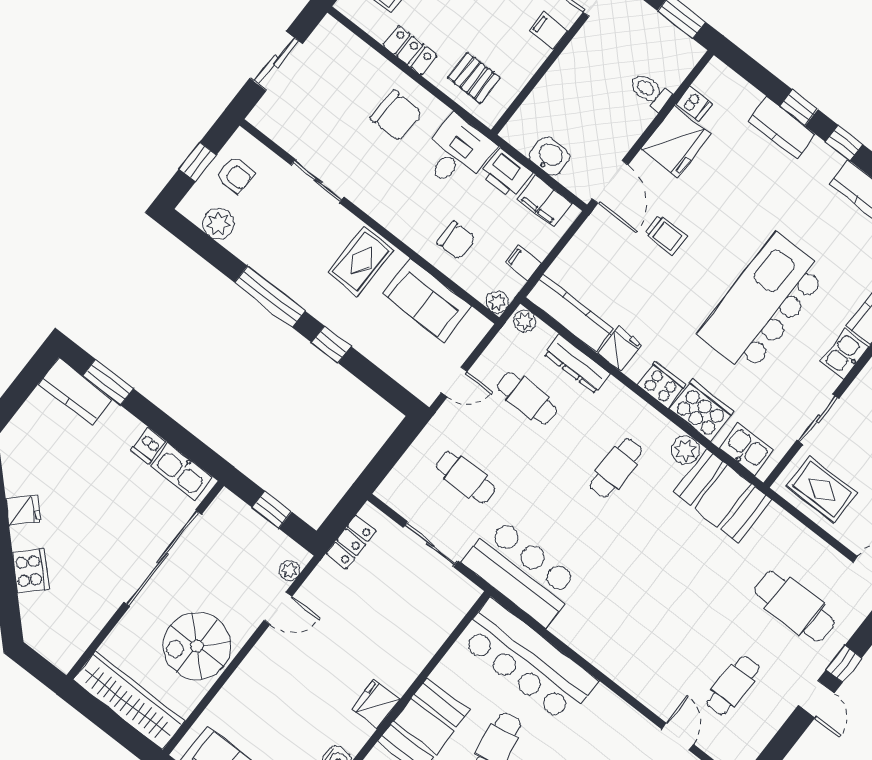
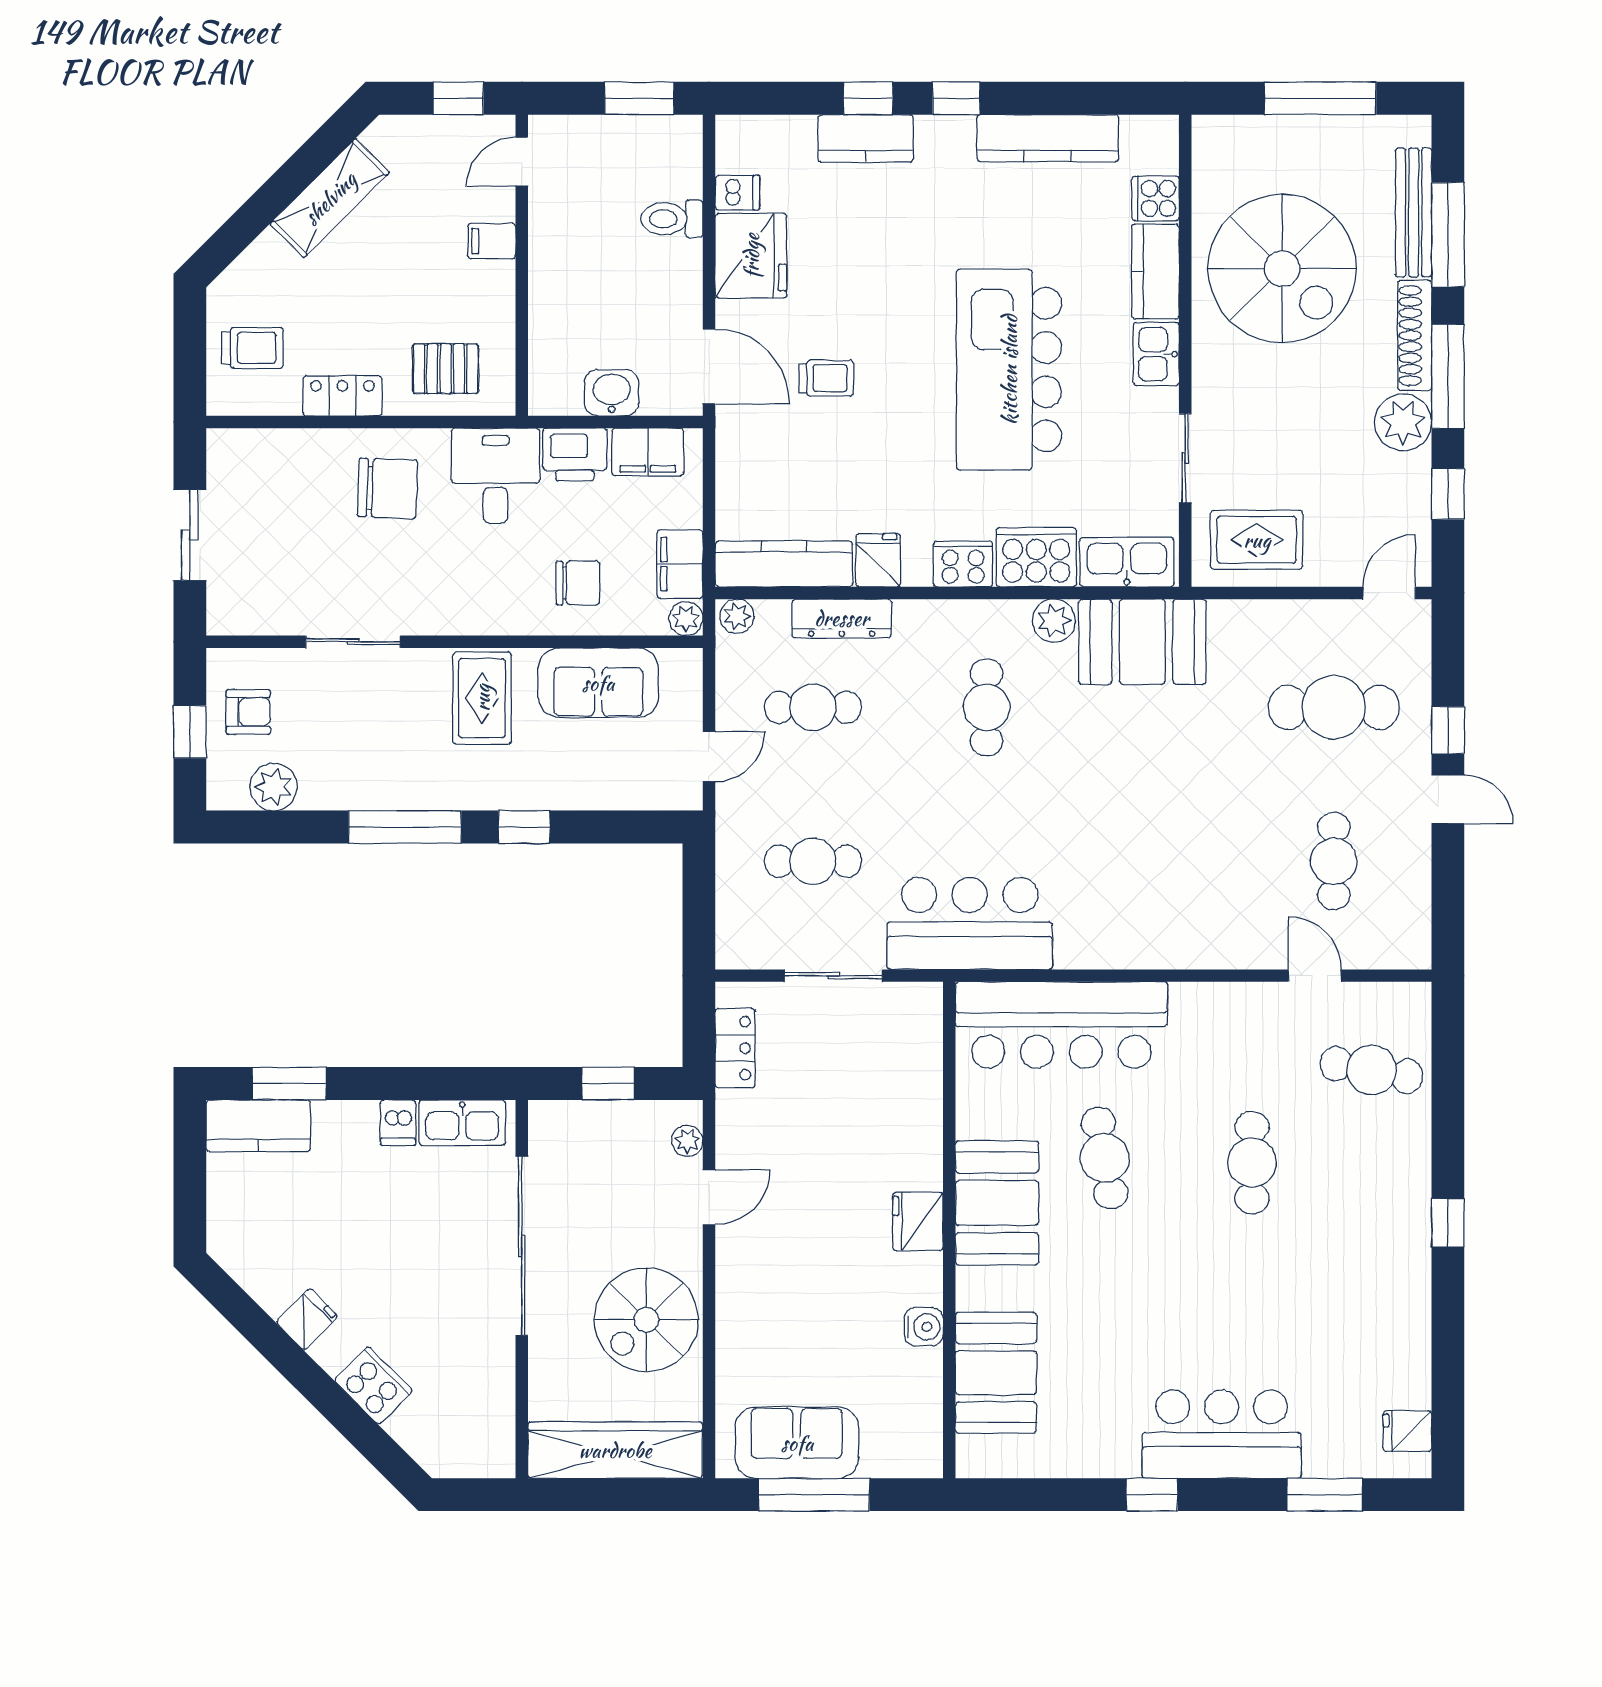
filing cabinet: (523, 263) -> (680, 564), width x2.00
kitchen sink: (746, 449) -> (1127, 562), width x1.38

